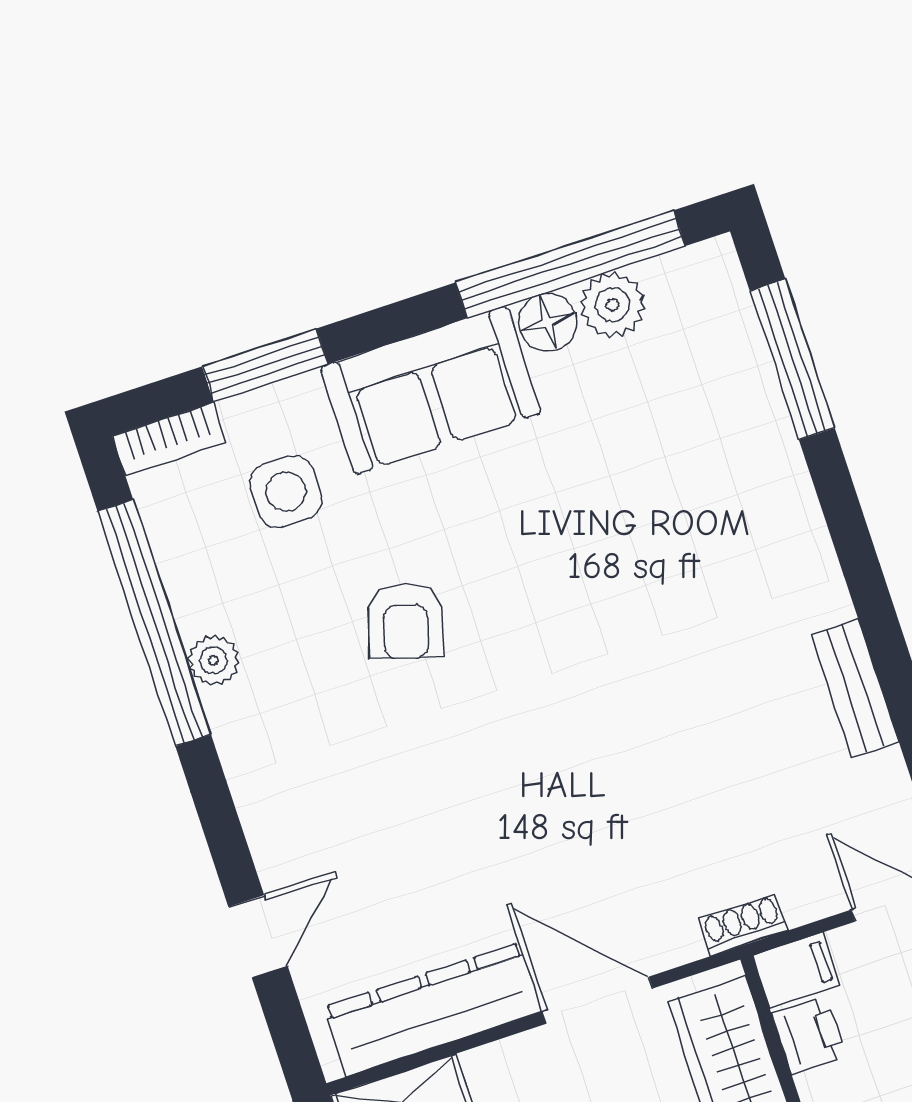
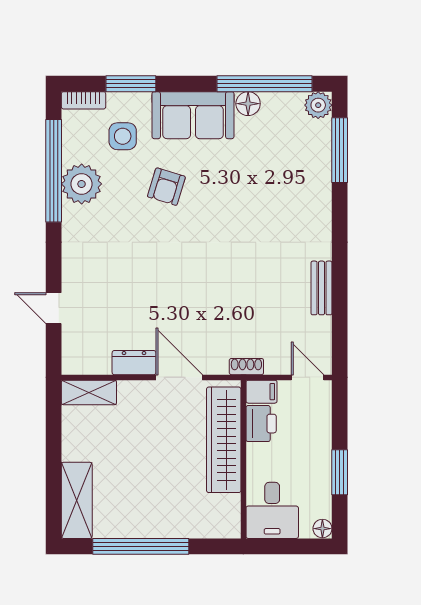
plant: (612, 305) -> (318, 105), moved
armchair: (406, 621) -> (166, 187), moved
plant: (214, 660) -> (82, 184), width x1.88, depth x1.88
door: (258, 937) -> (54, 308), swing flipped
dresser: (433, 1009) -> (134, 363), width x0.51, depth x0.80
printer: (809, 1035) -> (261, 424), width x1.36, depth x1.24

